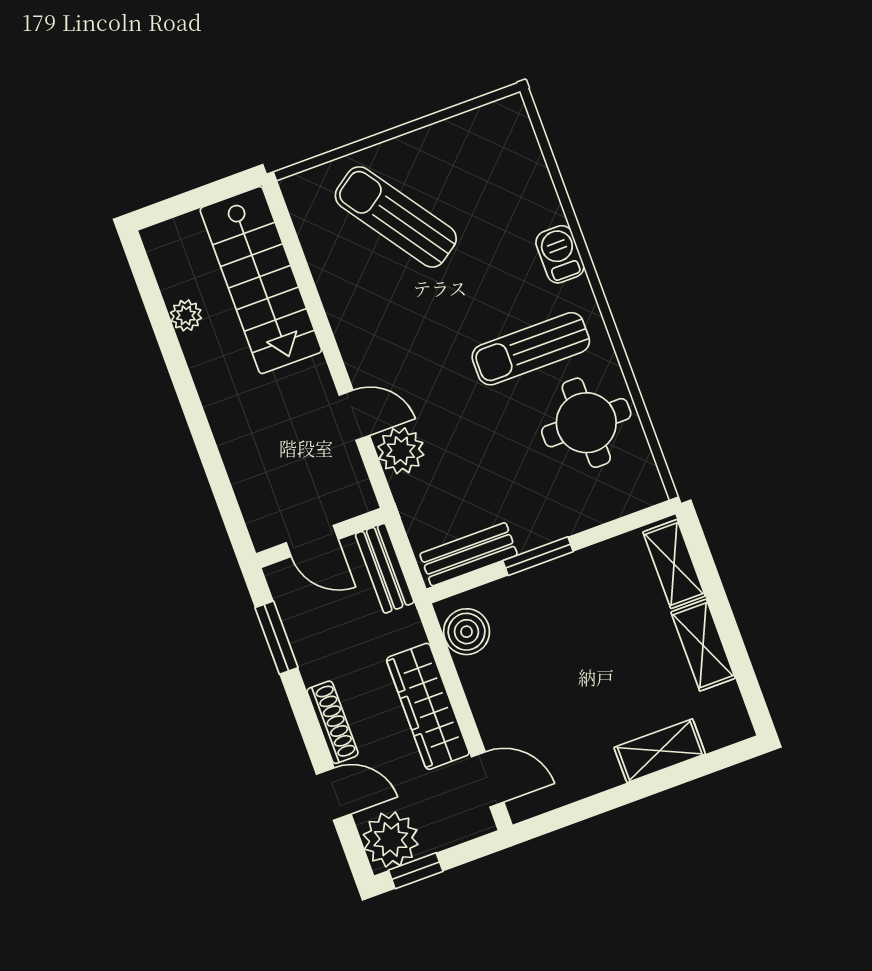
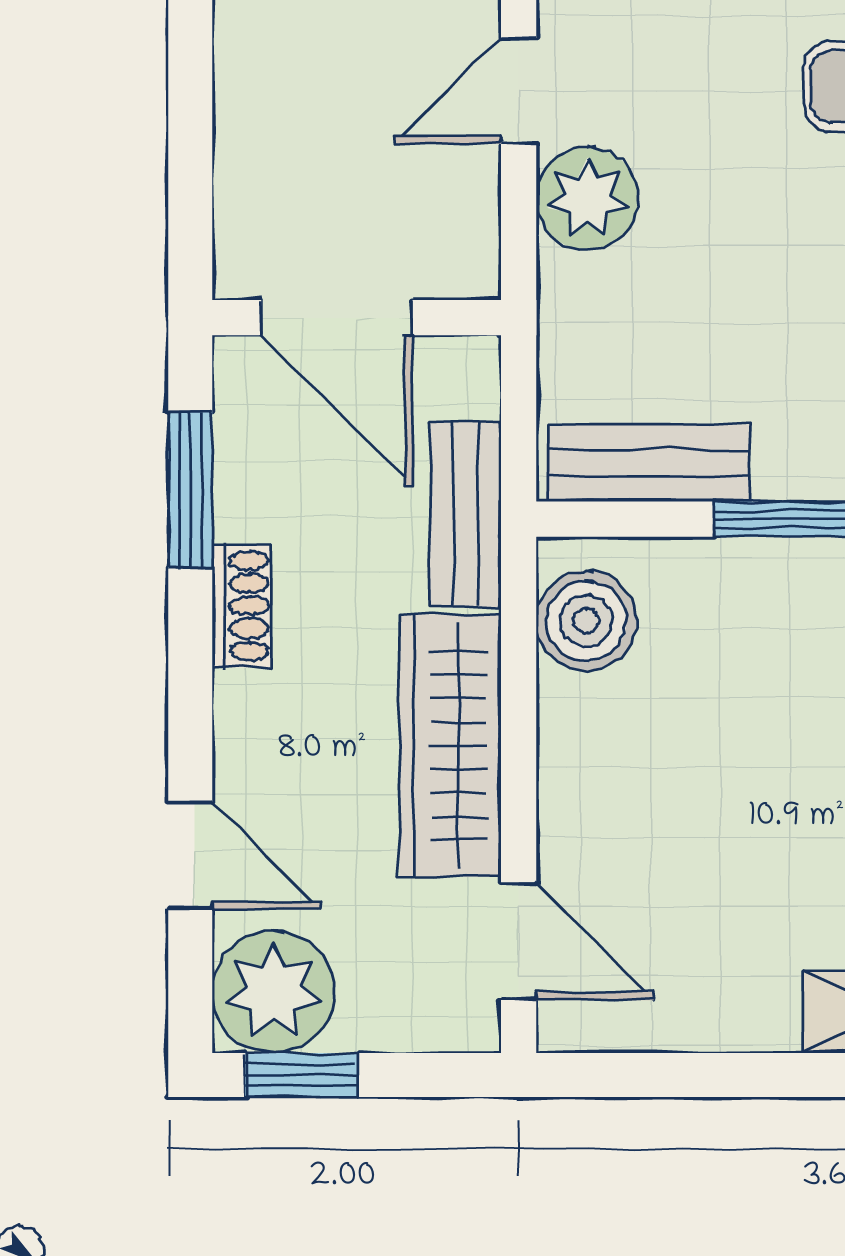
door: (354, 415) -> (519, 91), swing flipped
door: (312, 541) -> (337, 318), width x1.38
bench: (385, 568) -> (465, 514), moved
shoe rack: (332, 722) -> (242, 606), moved, width x0.70

